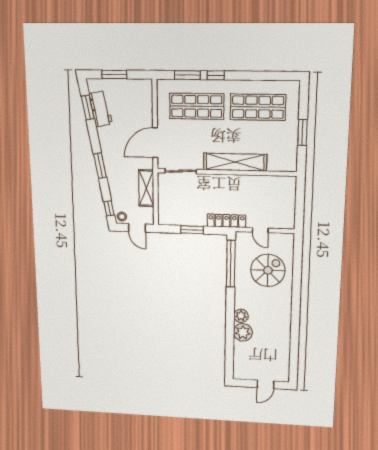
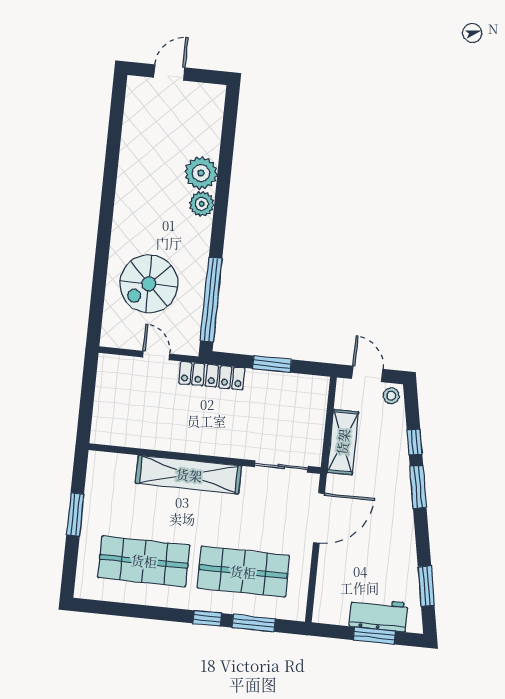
workbench: (101, 109) -> (379, 615), moved, turned 101
window: (109, 208) -> (414, 442), moved

